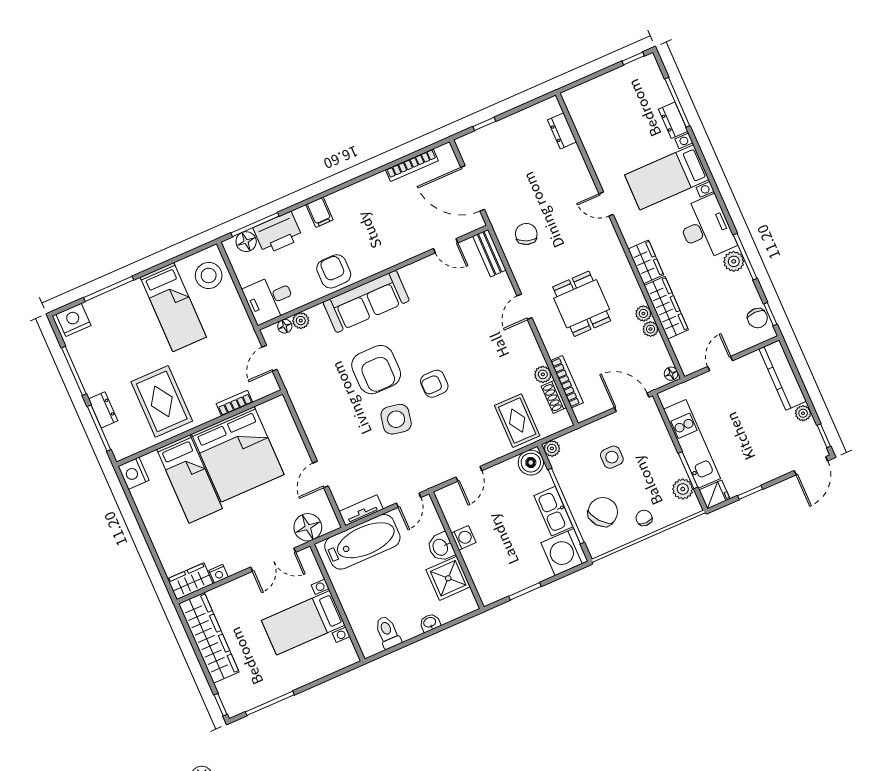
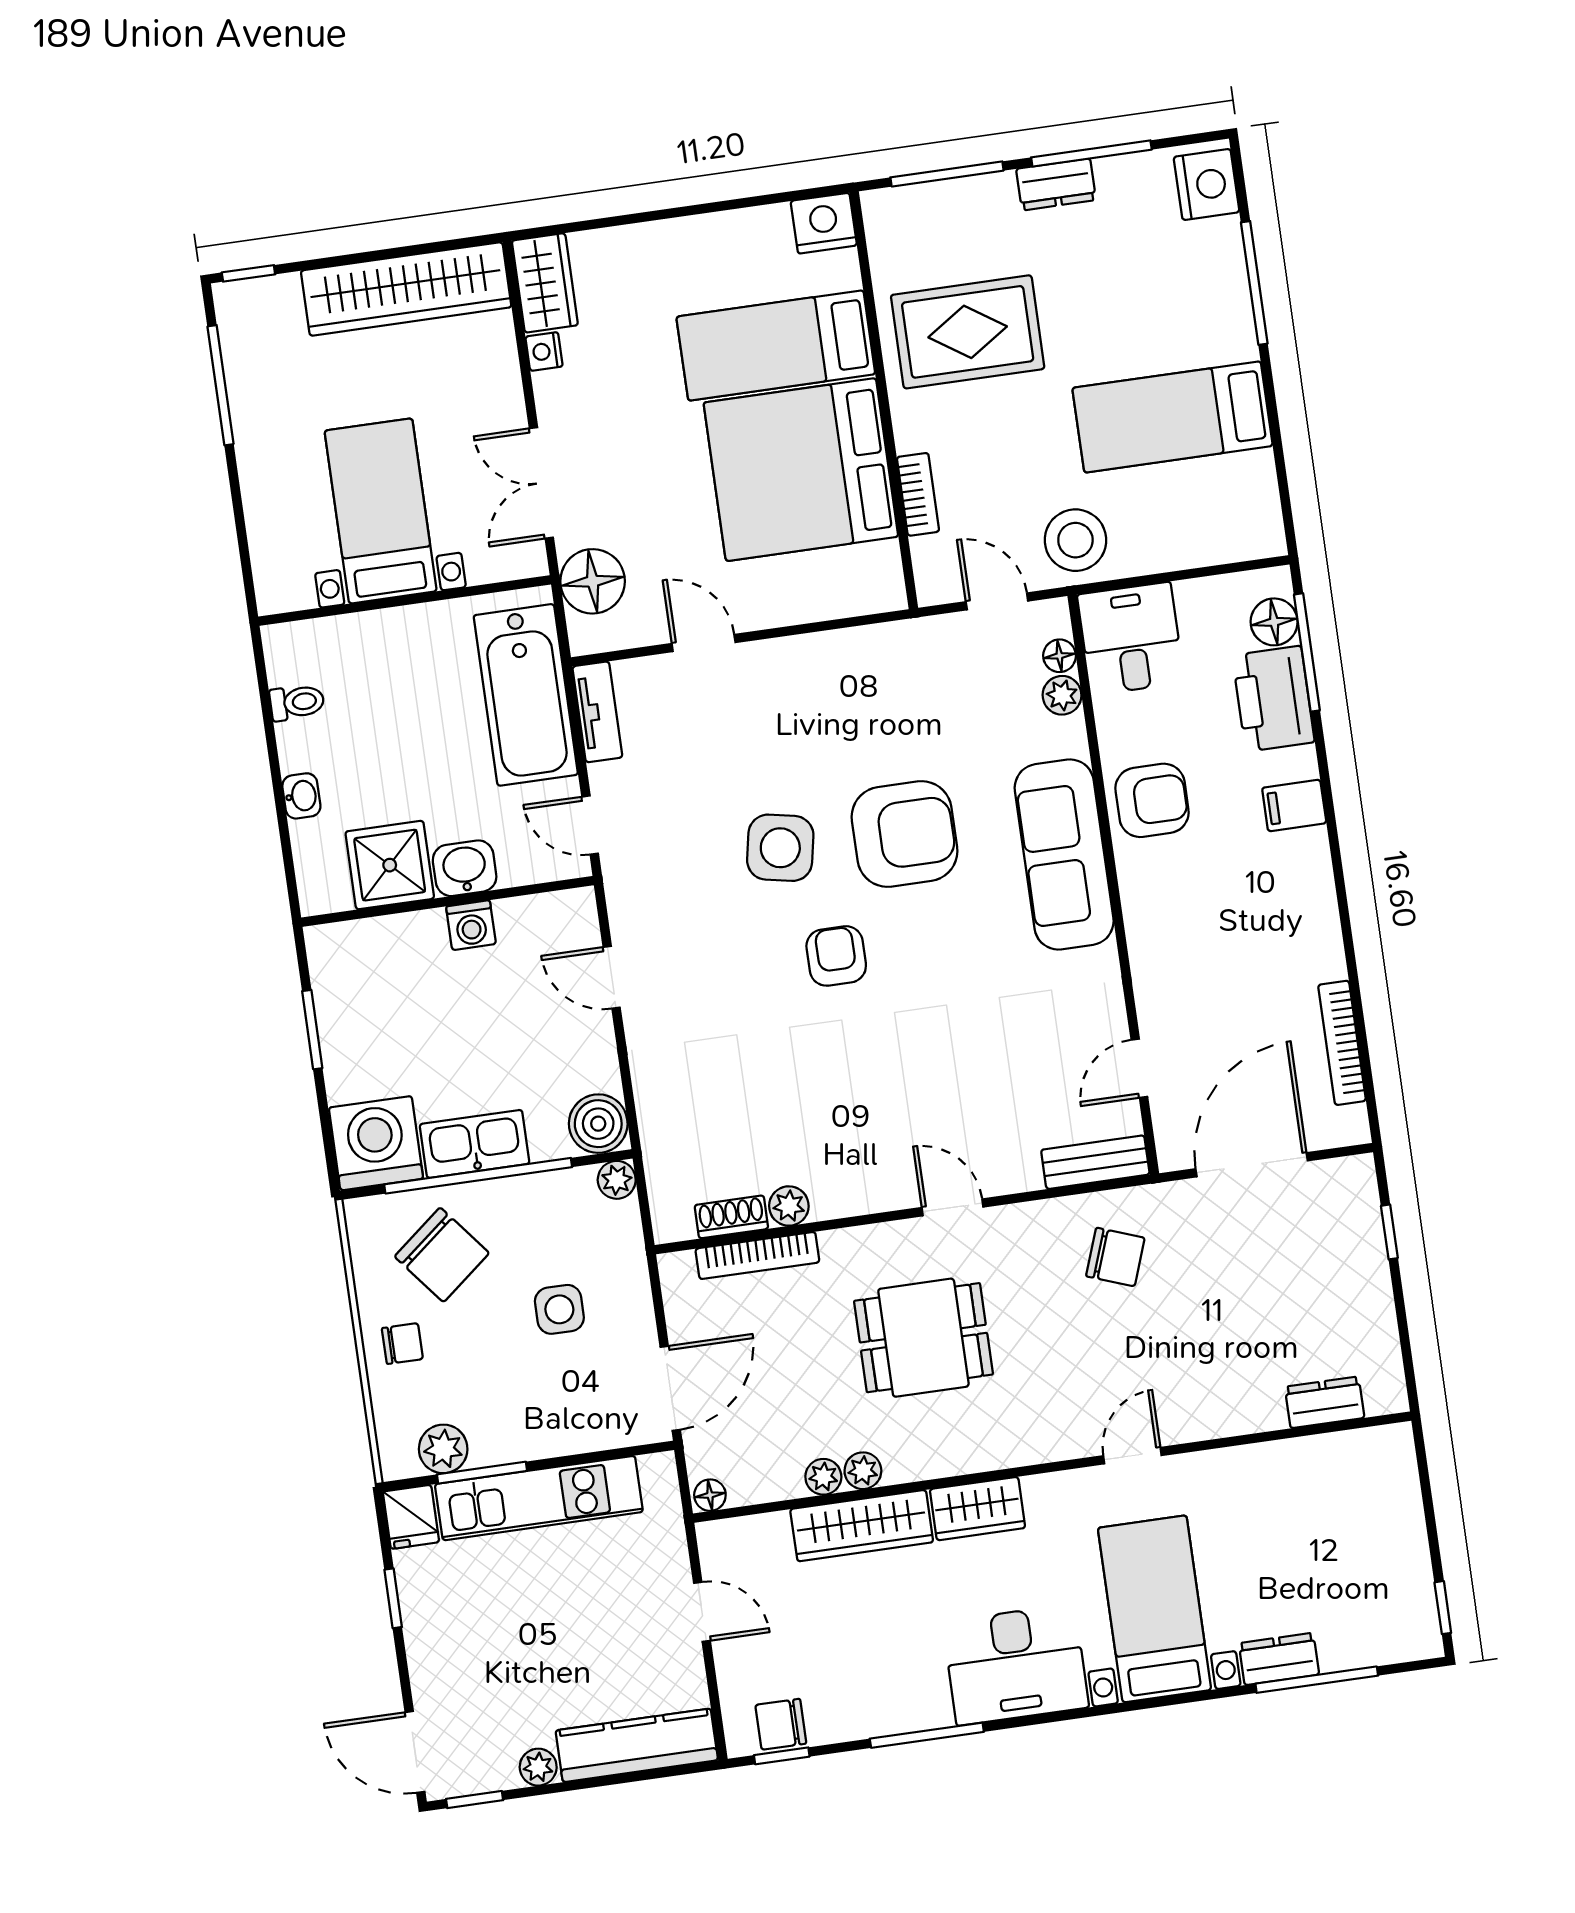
plant: (734, 261) -> (923, 1707), removed
stool: (209, 275) -> (1075, 540), moved
armchair: (376, 370) -> (904, 834), turned 180
dresser: (103, 410) -> (1056, 184), moved
rug: (517, 421) -> (701, 1119), removed
toilet: (388, 632) -> (297, 702), width x0.73, depth x0.72

